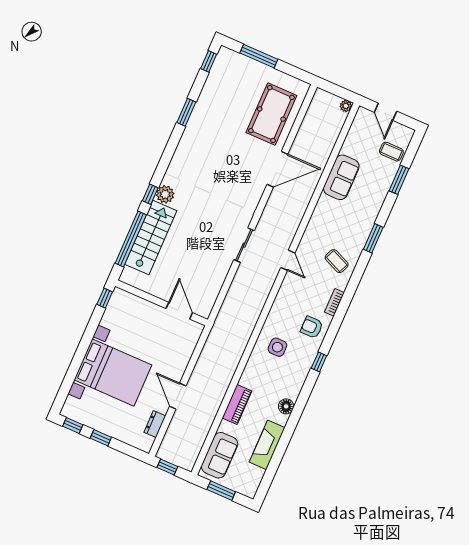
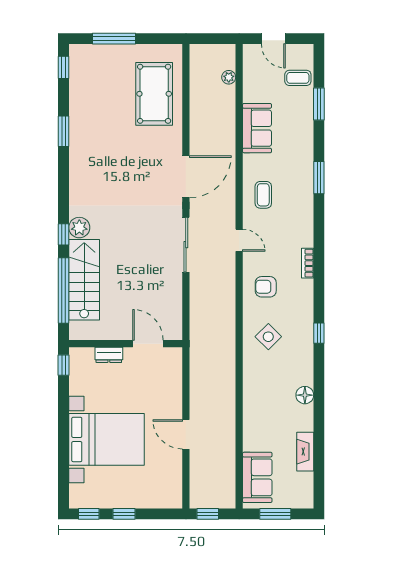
plant: (346, 106) -> (229, 77), moved
door: (277, 169) -> (186, 177), moved
sliding door: (244, 245) -> (186, 245), width x1.37
coffee table: (337, 261) -> (263, 195), moved, turned 67
armchair: (312, 327) -> (266, 287), moved
side table: (277, 347) -> (268, 337), turned 45
piano: (237, 404) -> (252, 416), removed
dresser: (155, 424) -> (109, 355), moved, turned -90
fireplace: (267, 445) -> (305, 452), width x0.73, depth x0.76

